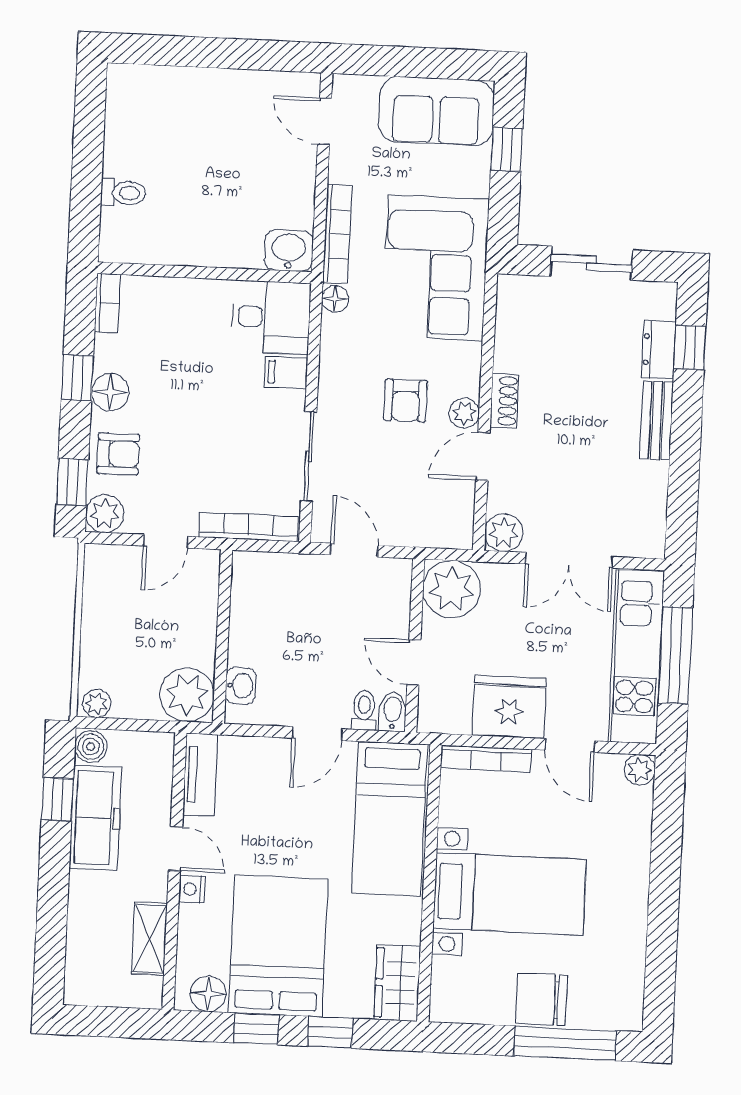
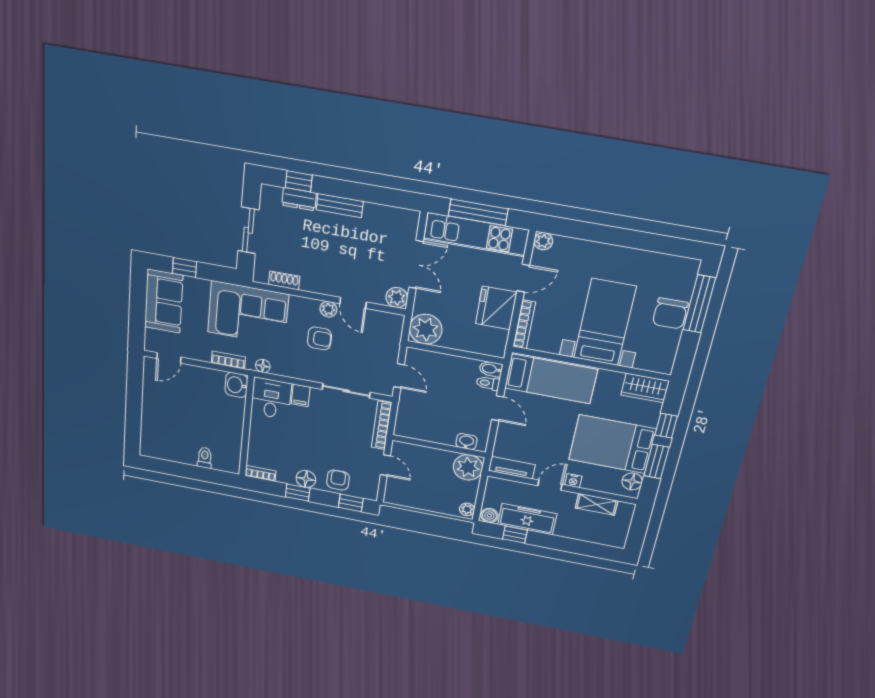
bookcase: (337, 234) -> (228, 360), width x0.64
shoe rack: (504, 401) -> (284, 280), moved
plant: (105, 514) -> (368, 491), removed
door: (354, 550) -> (399, 376), swing flipped
door: (414, 662) -> (465, 354), removed
window: (256, 1029) -> (656, 461), width x1.50

